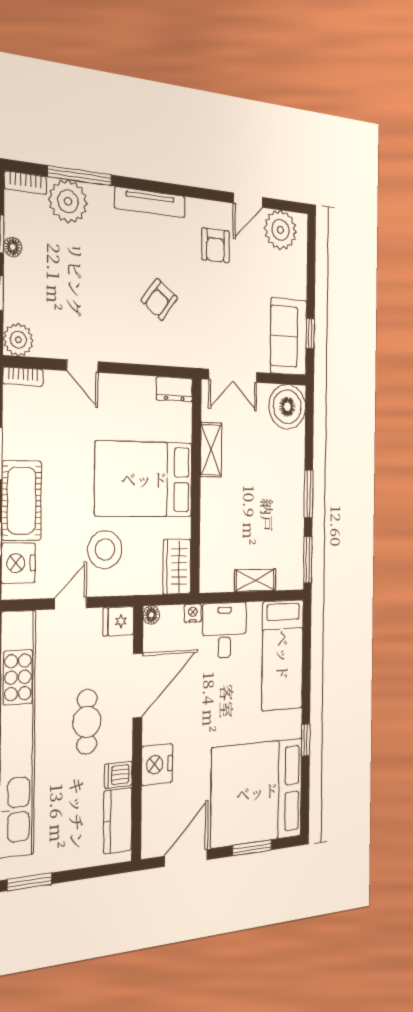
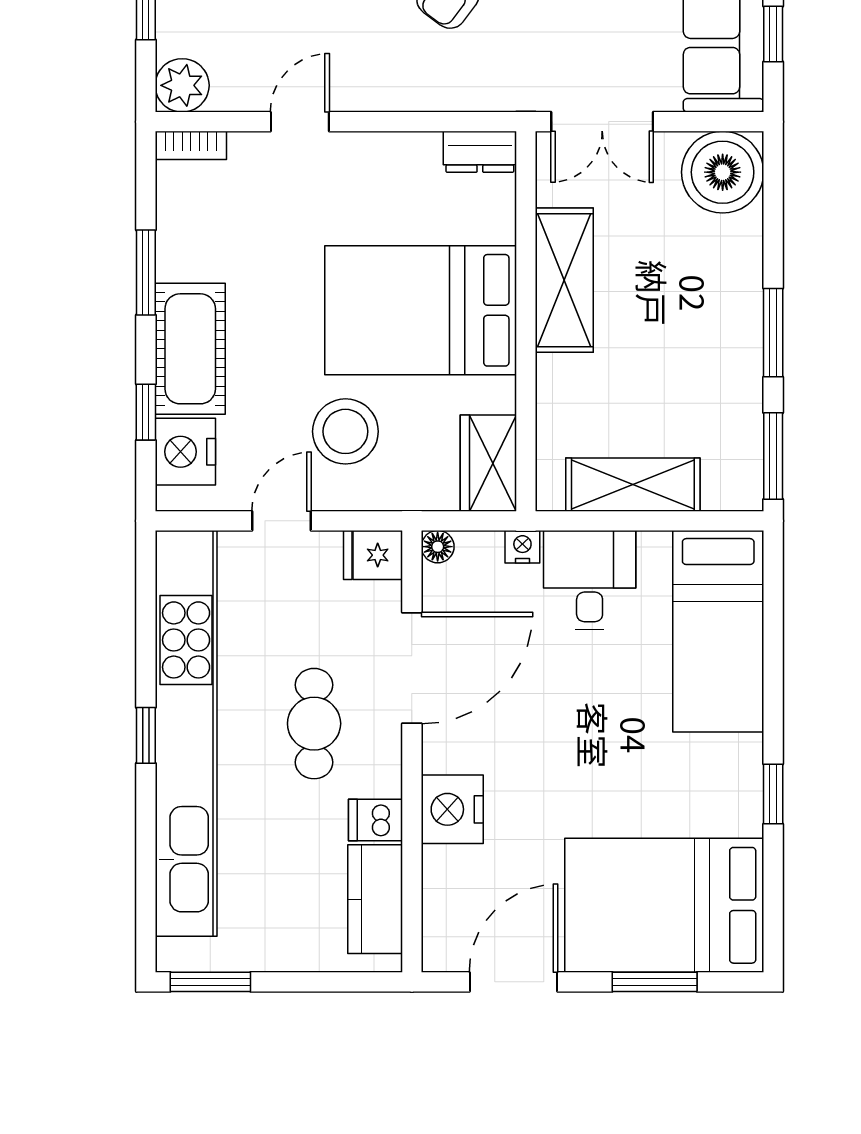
door: (82, 366) -> (300, 122), swing flipped
shelving: (211, 450) -> (564, 280), width x1.50, depth x1.33
shelving: (255, 580) -> (633, 485), width x1.50, depth x1.33
bed: (257, 792) -> (664, 905), width x0.73

